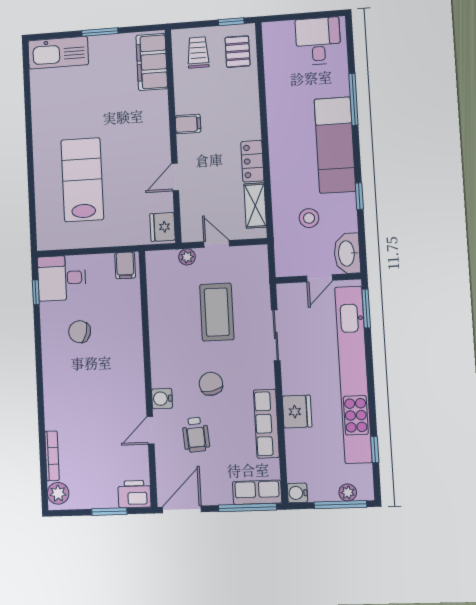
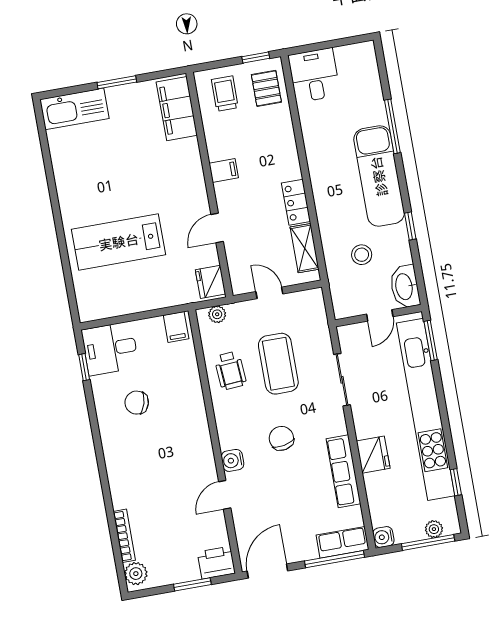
desk: (318, 41) -> (314, 75), moved
lab bench: (82, 180) -> (119, 242), turned -90
plant: (187, 257) -> (217, 314), moved
wheelchair: (196, 435) -> (230, 371), moved

